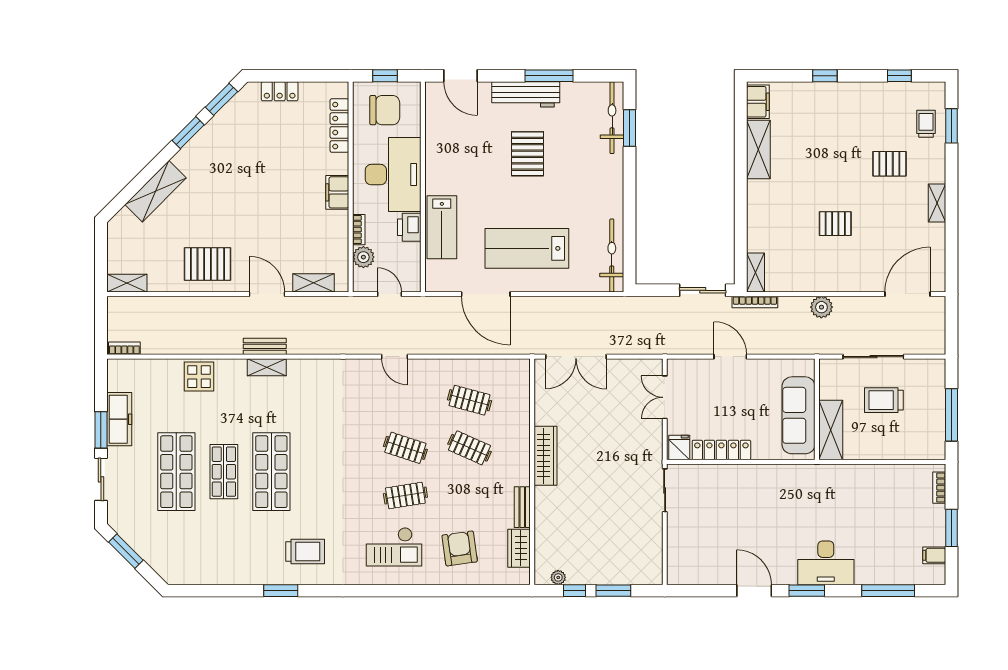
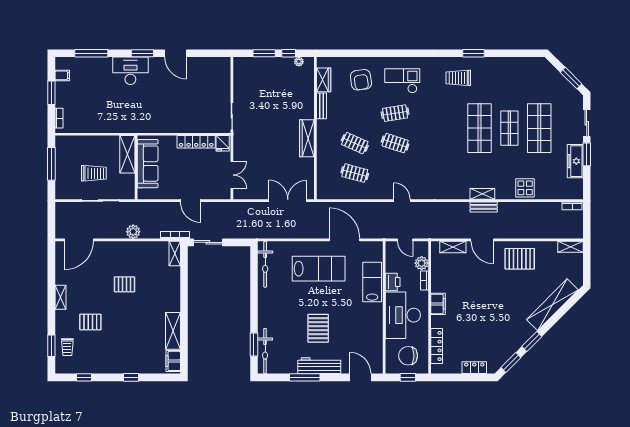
shelving: (156, 191) -> (552, 305), width x1.47

